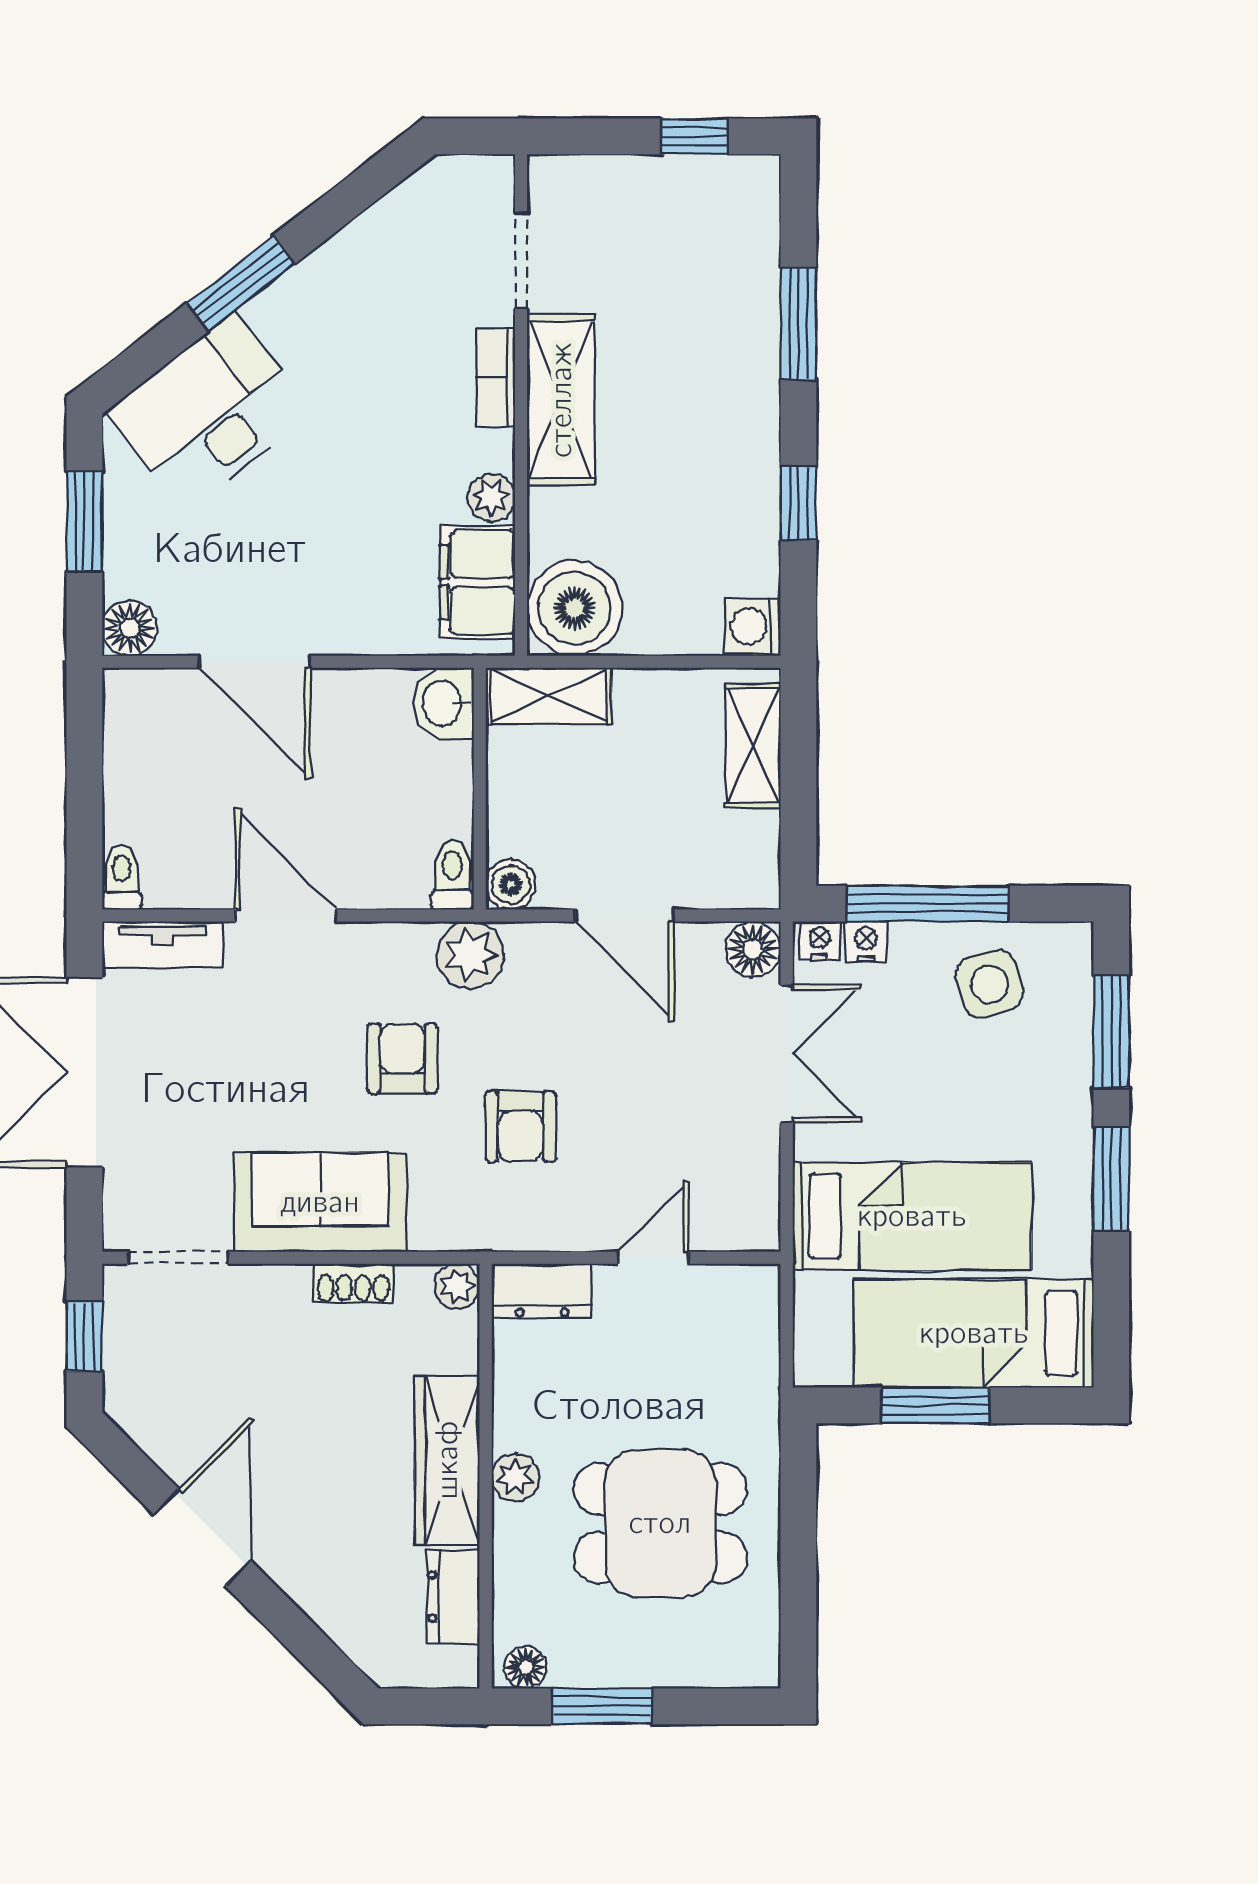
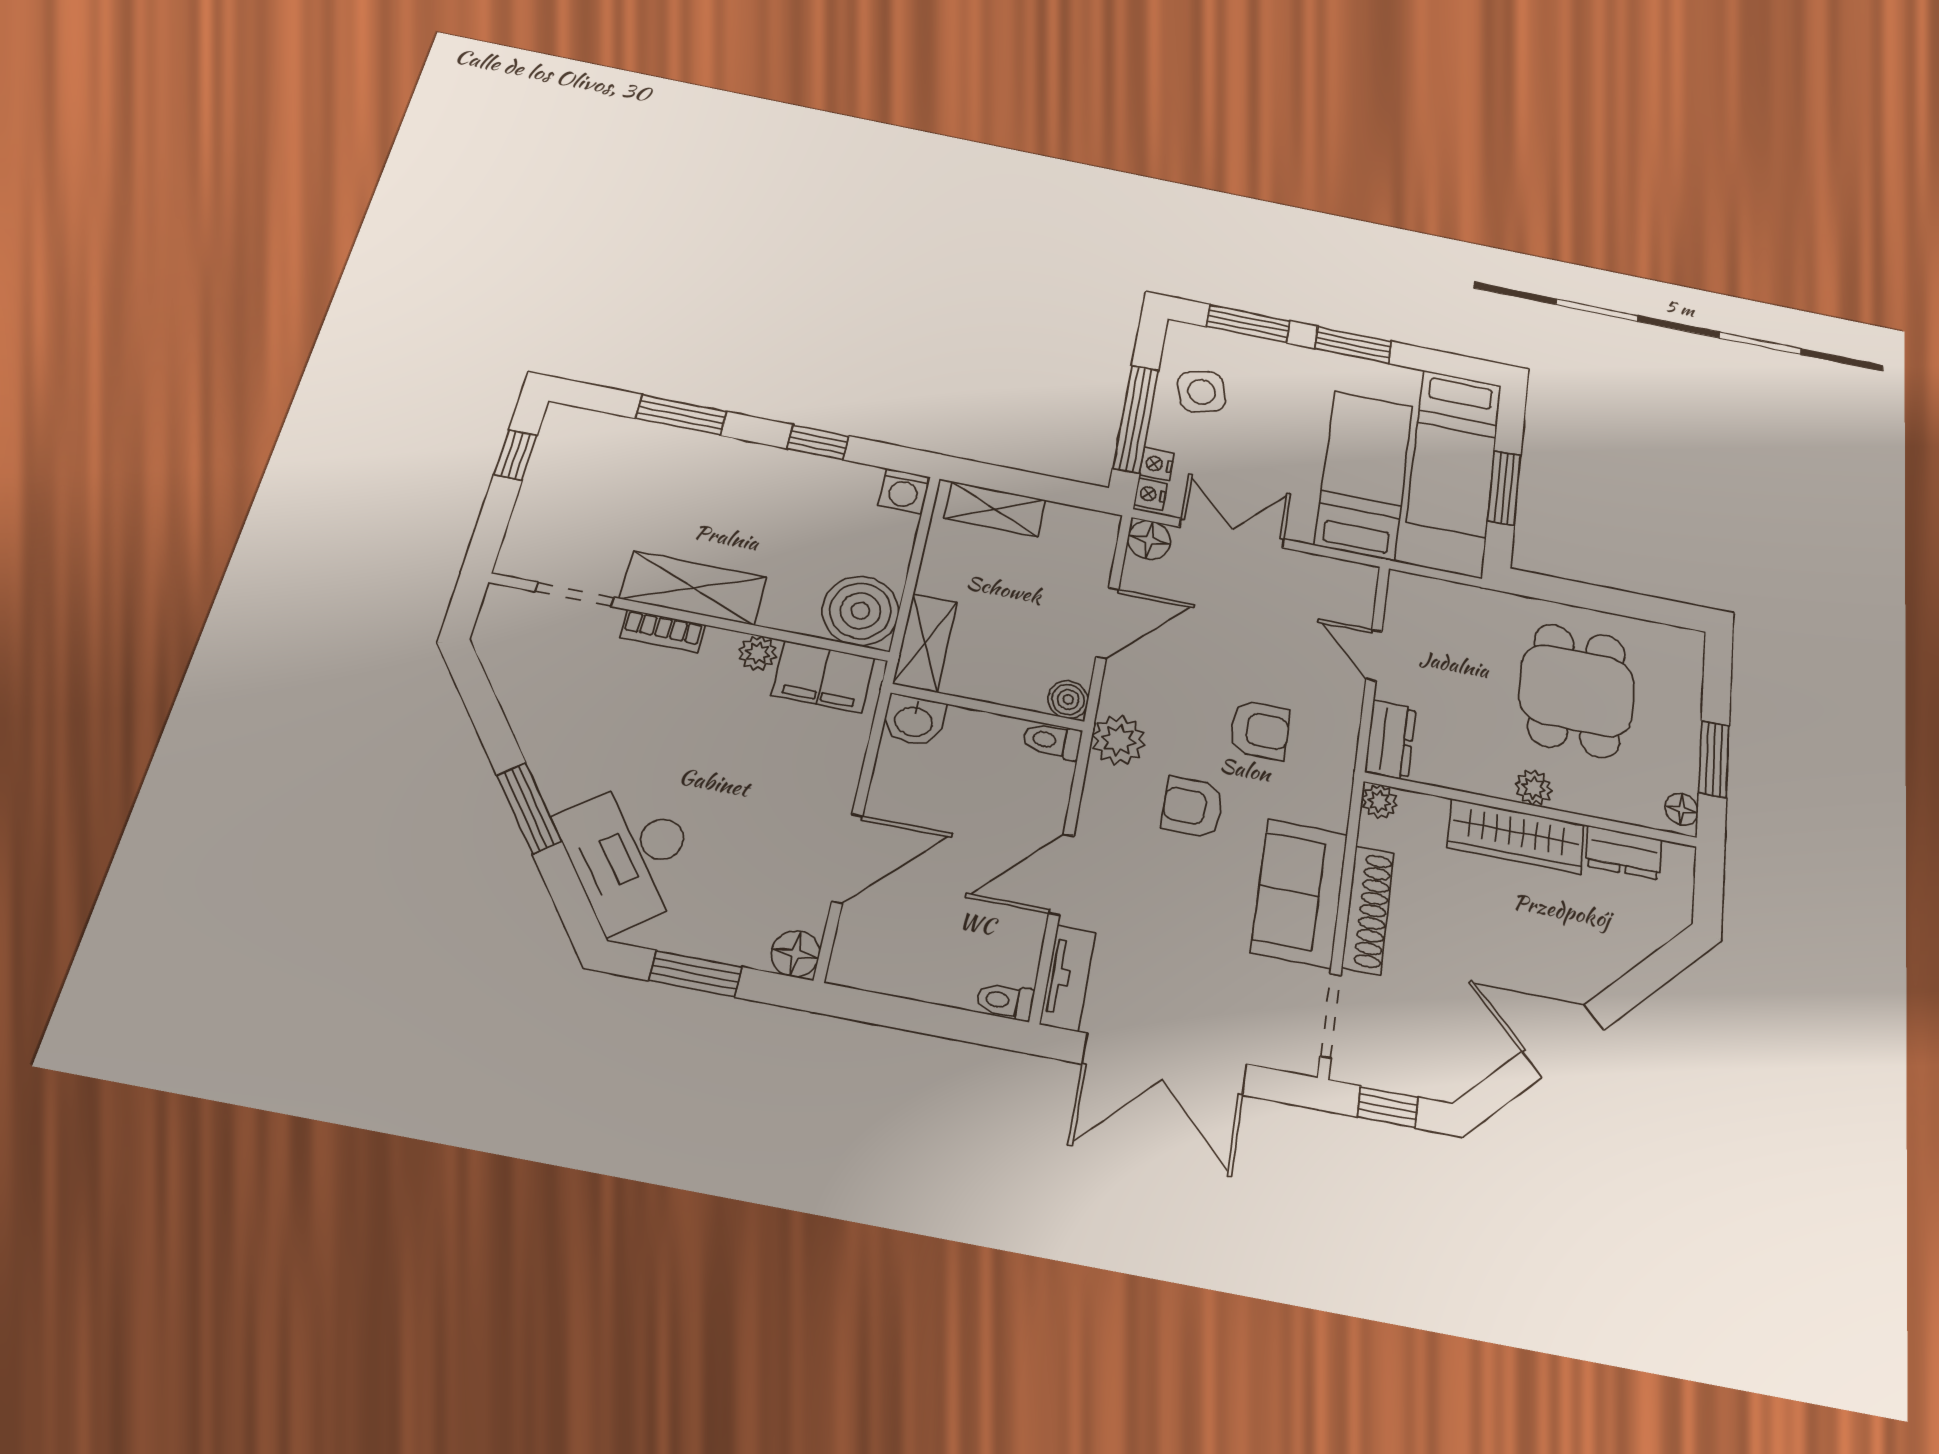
shoe rack: (353, 1283) -> (1368, 910), width x1.94, depth x1.24

